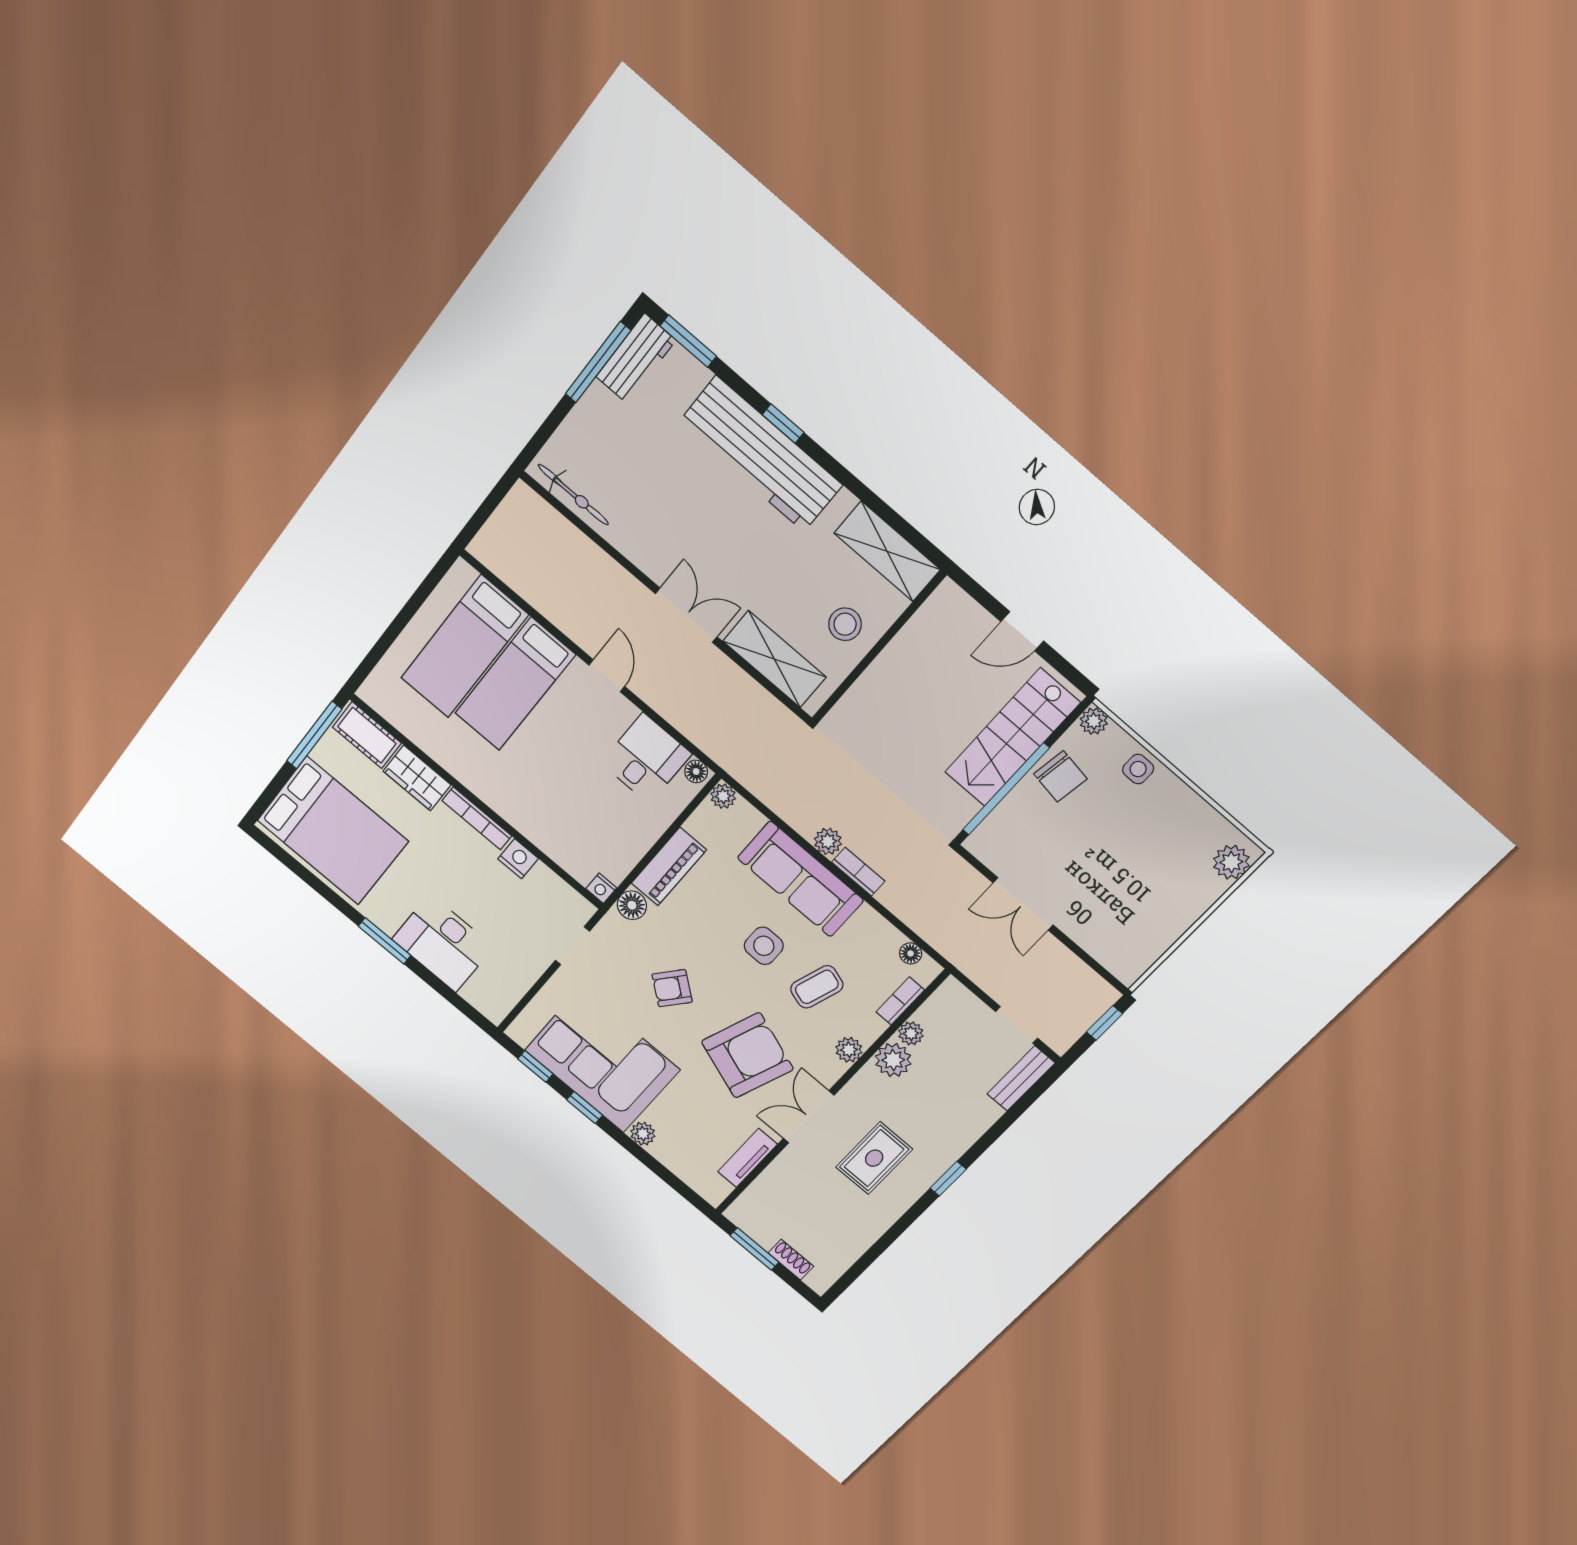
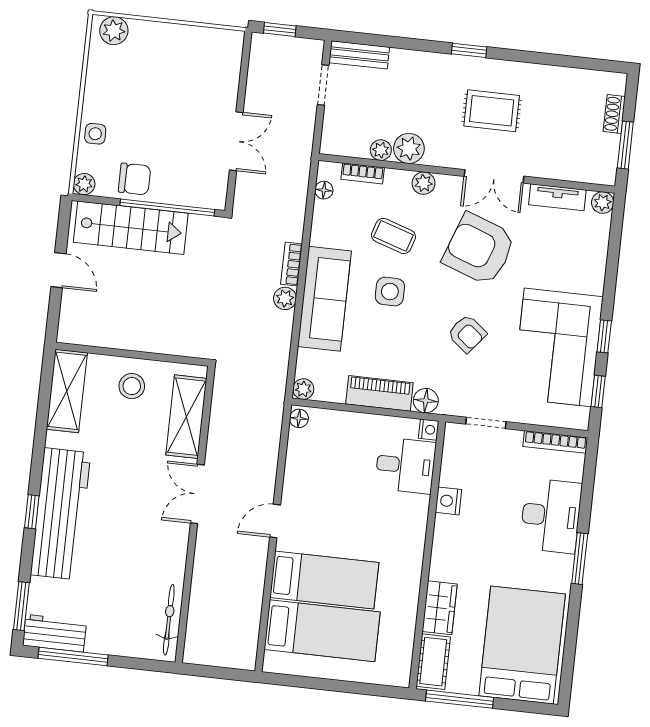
desk: (646, 758) -> (405, 465), moved, turned 180
chair: (1060, 776) -> (134, 179), turned 81
bookcase: (477, 818) -> (555, 442), moved, turned 90
plant: (643, 1134) -> (603, 203), moved

